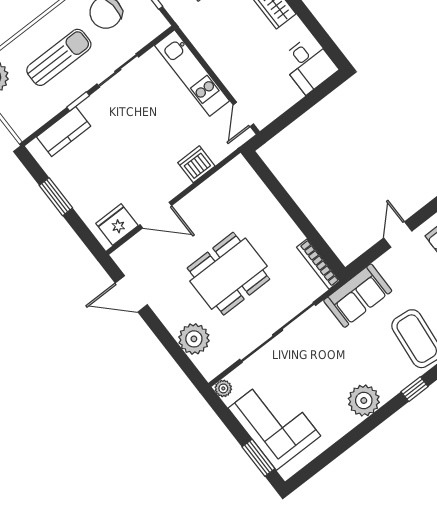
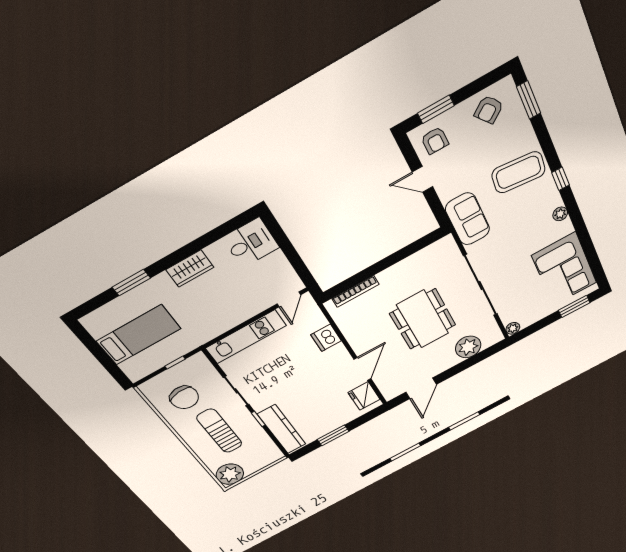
door: (243, 114) -> (289, 299), hinge flipped
kitchen counter: (64, 132) -> (282, 429), width x1.50
bookcase: (318, 264) -> (355, 292), moved
plant: (364, 401) -> (560, 214), width x0.53, depth x0.53
corner sofa: (274, 422) -> (564, 269), moved, turned -90

